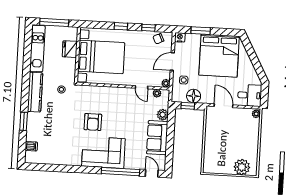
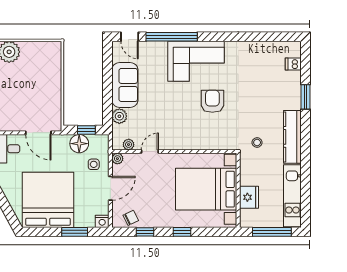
door: (141, 87) -> (150, 152), hinge flipped

